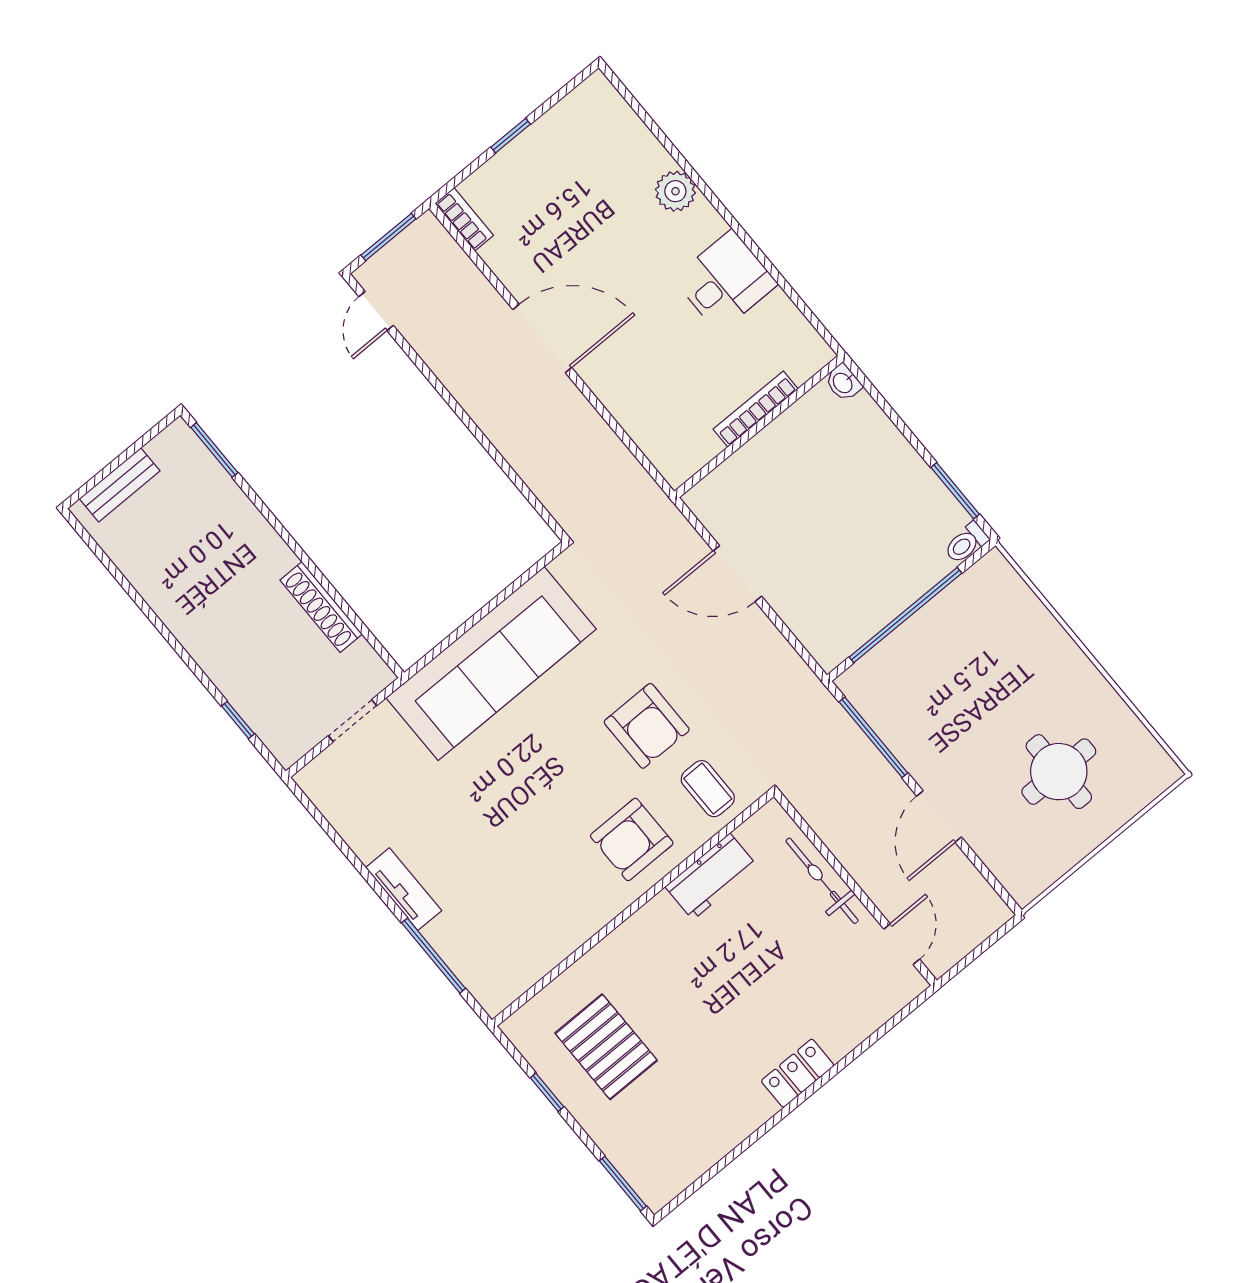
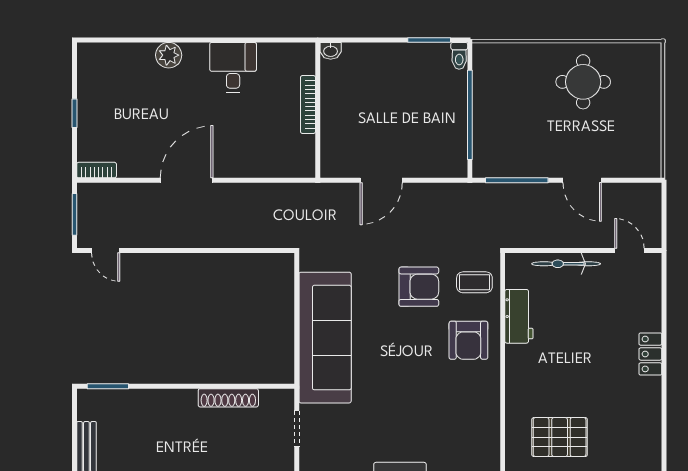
round table: (1059, 772) -> (583, 82), moved

